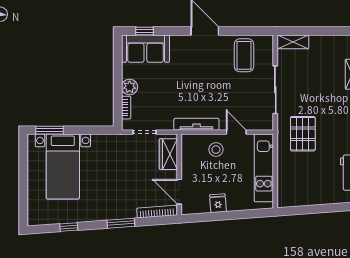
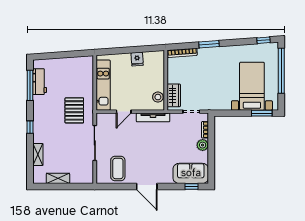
shelving: (293, 42) -> (58, 178), moved
door: (236, 132) -> (124, 112), hinge flipped
stool: (216, 150) -> (158, 97), moved
window: (23, 187) -> (281, 71), added
door: (179, 192) -> (166, 68), removed
window: (69, 227) -> (264, 40), moved

